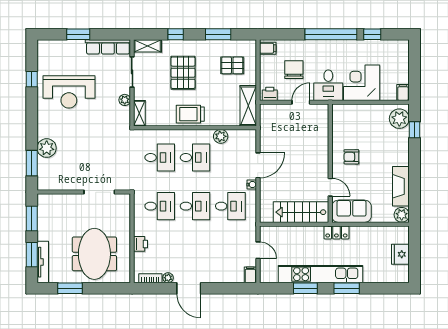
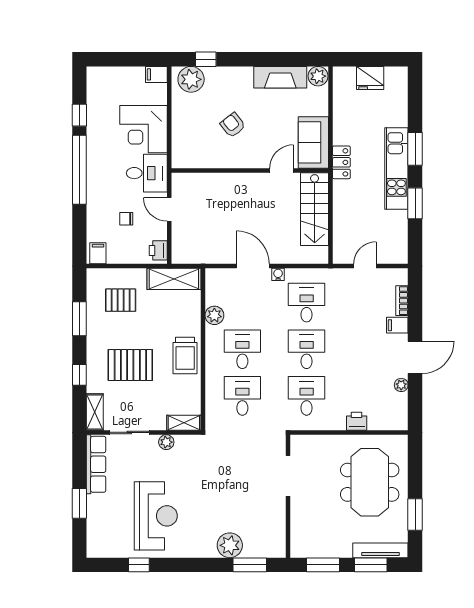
pallet: (232, 65) -> (121, 300), turned 90
chair: (294, 70) -> (126, 219), width x0.54, depth x0.54
armchair: (351, 157) -> (233, 125), moved, turned 142
meeting table: (94, 254) -> (370, 482), turned 90
kitchen unit: (320, 274) -> (396, 169), width x0.73
filing cabinet: (250, 275) -> (397, 325), moved
bookcase: (150, 278) -> (402, 301), moved

